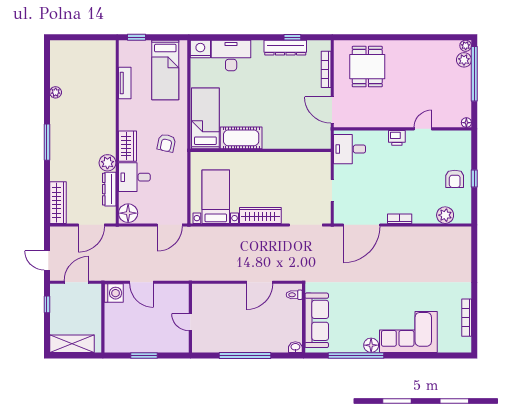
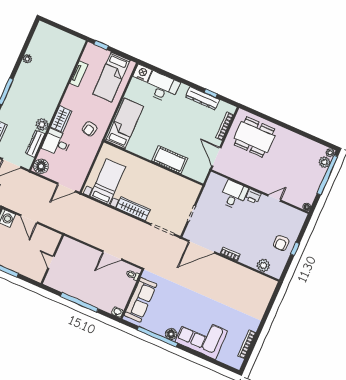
dining table: (367, 67) -> (254, 137), width x1.38
cot: (241, 138) -> (170, 160), moved
desk: (350, 149) -> (234, 195), moved, turned 90

